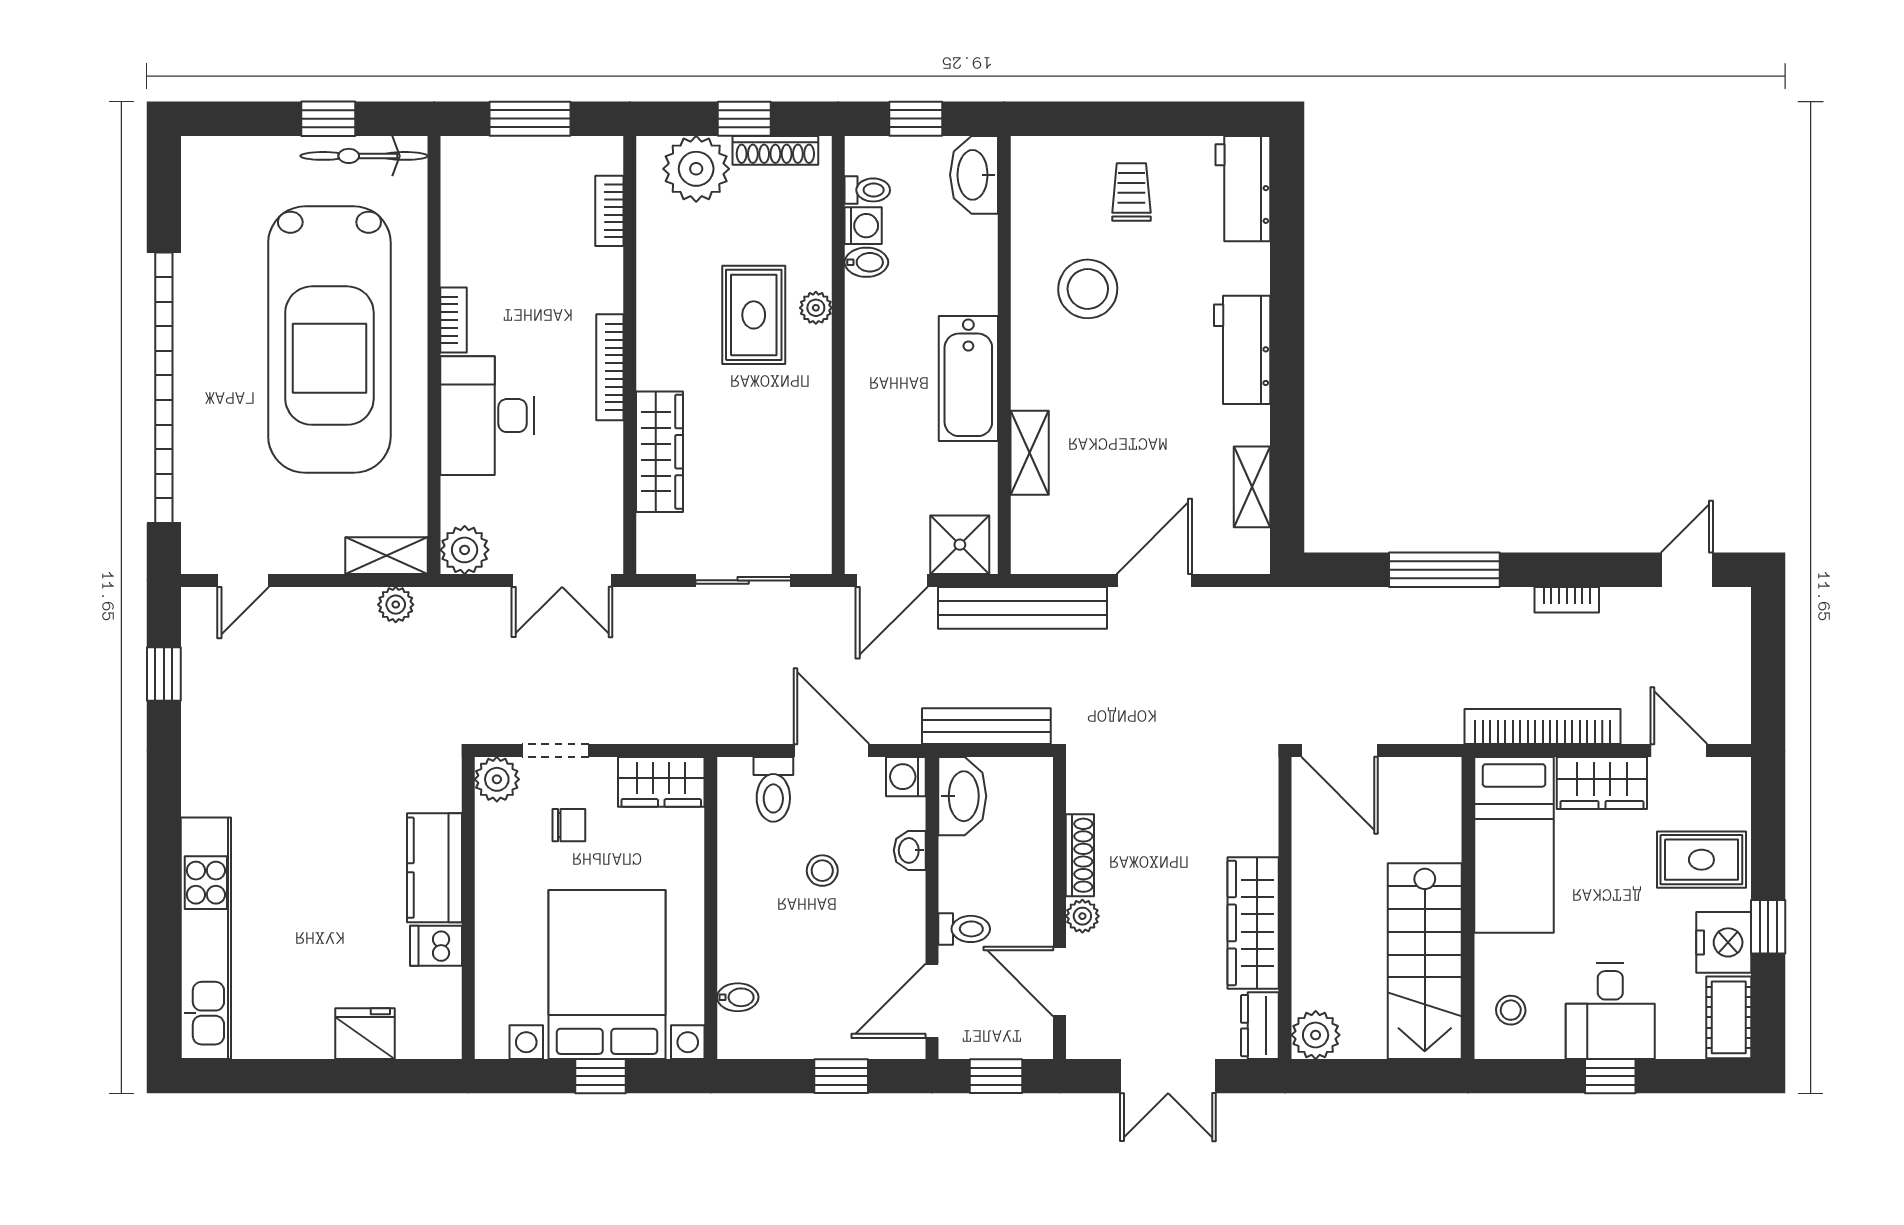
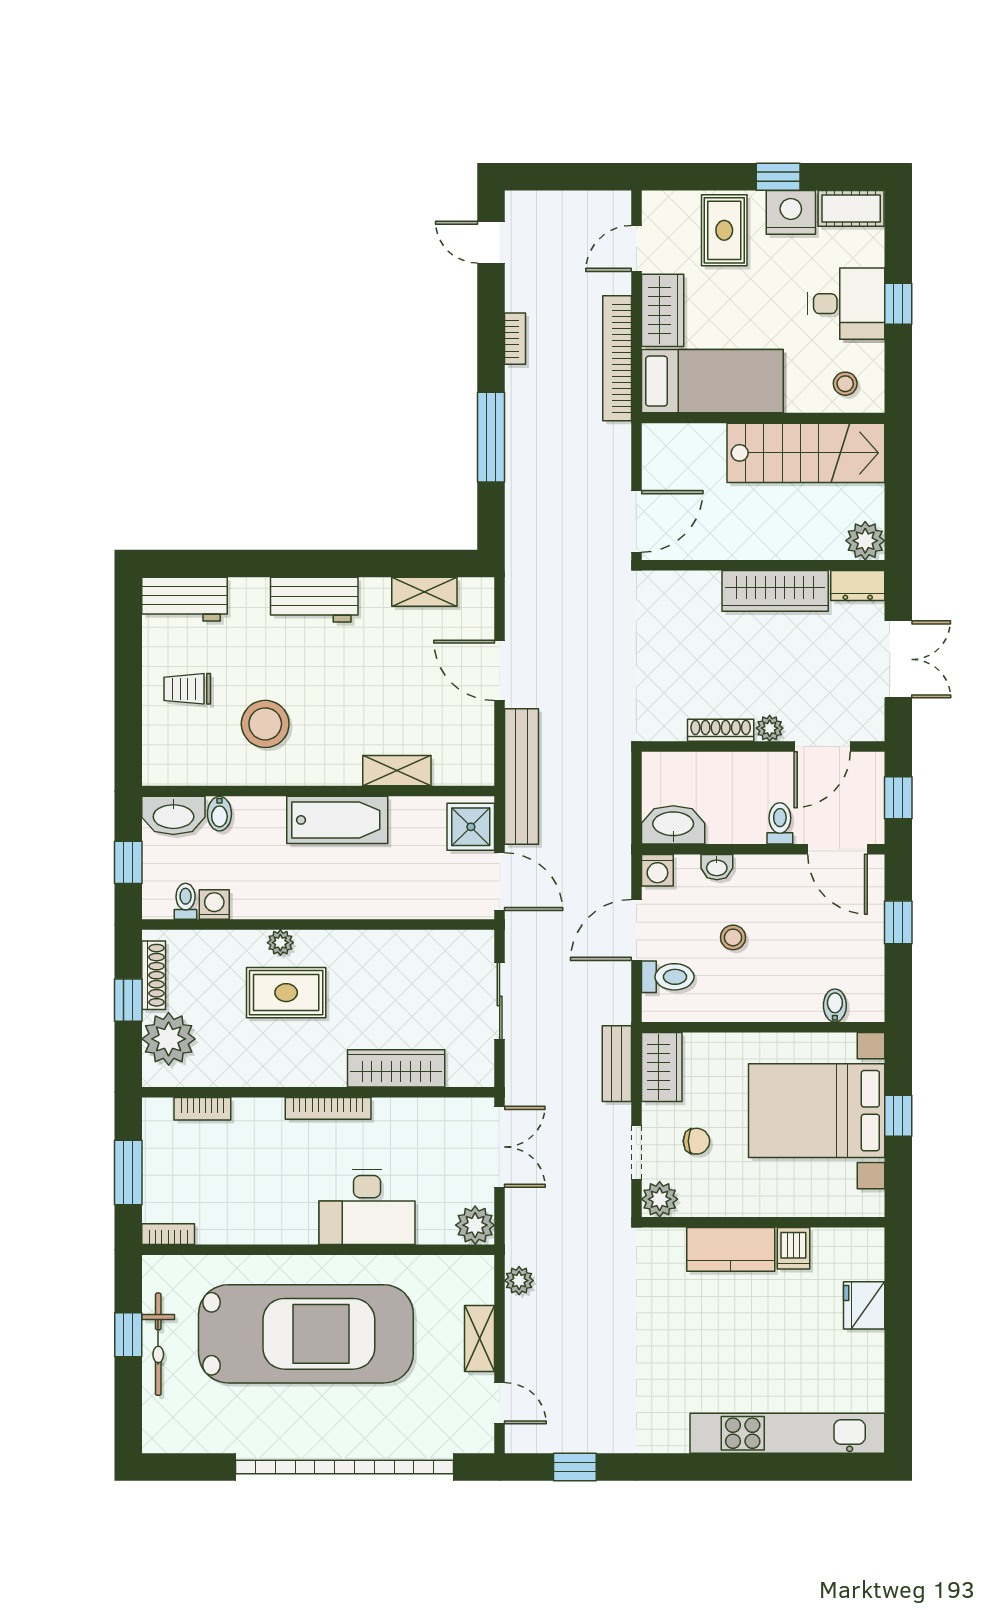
bicycle: (364, 156) -> (158, 1344), moved
bidet: (866, 262) -> (219, 814), moved, turned 180
bookcase: (454, 320) -> (168, 1234), moved
shelving: (387, 556) -> (480, 1339), moved
bench: (986, 726) -> (617, 1064), moved, width x0.73
chair: (569, 825) -> (696, 1141), turned 90

